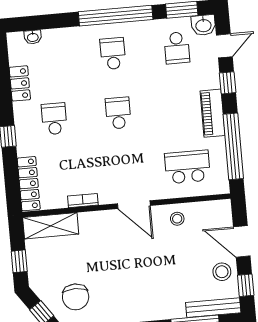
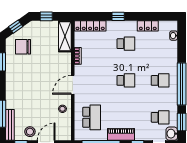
school desk: (177, 48) -> (160, 117), turned 180

